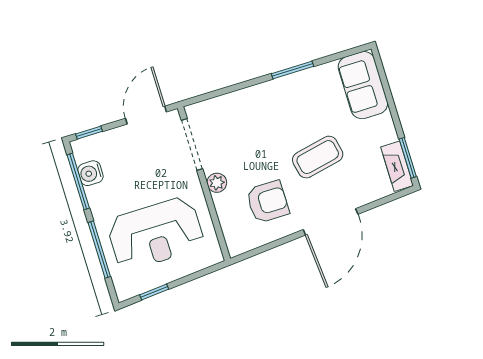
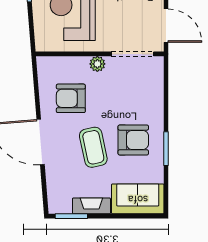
armchair: (294, 112) -> (133, 140), added
fireplace: (397, 166) -> (91, 206), moved
armchair: (268, 202) -> (71, 98), turned 90

